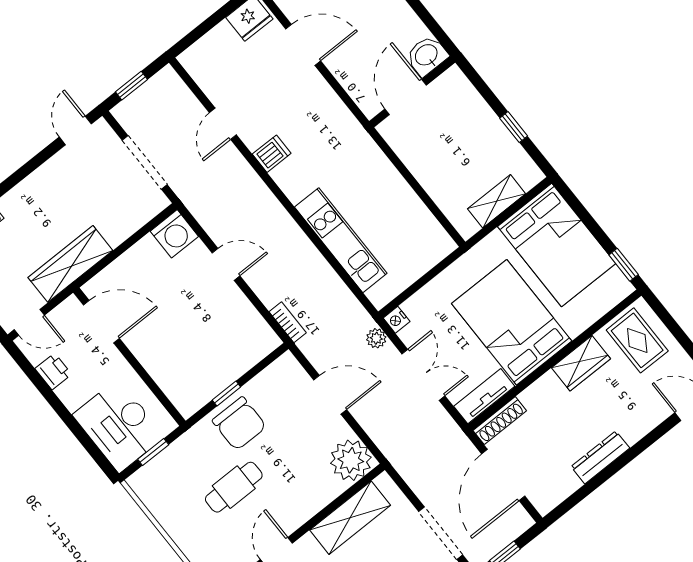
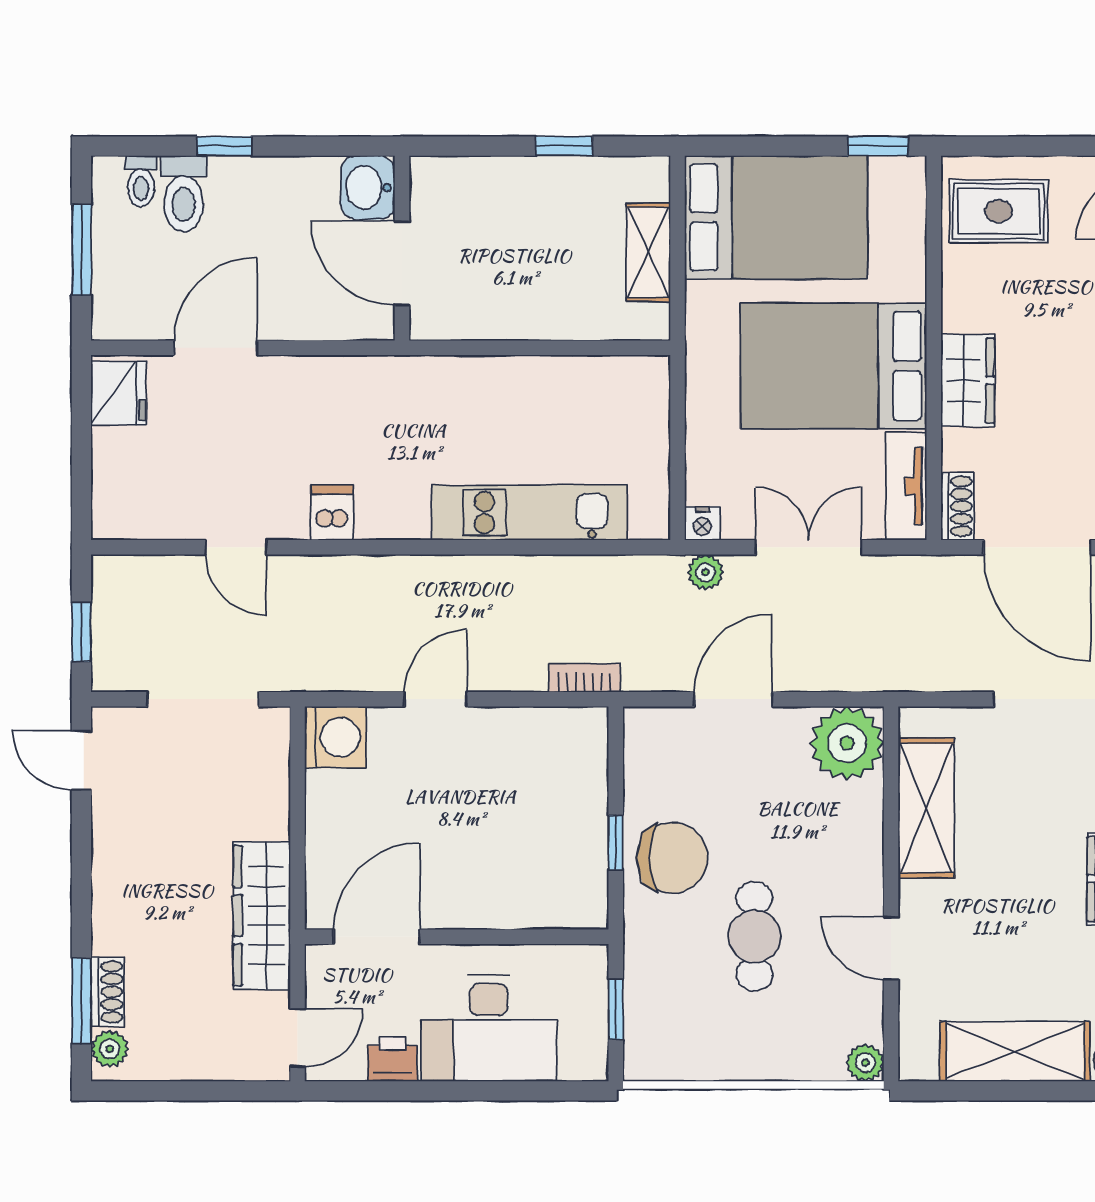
wardrobe: (581, 363) -> (968, 380), moved
shoe rack: (500, 421) -> (957, 506), width x0.70
desk: (119, 426) -> (489, 1028), moved

